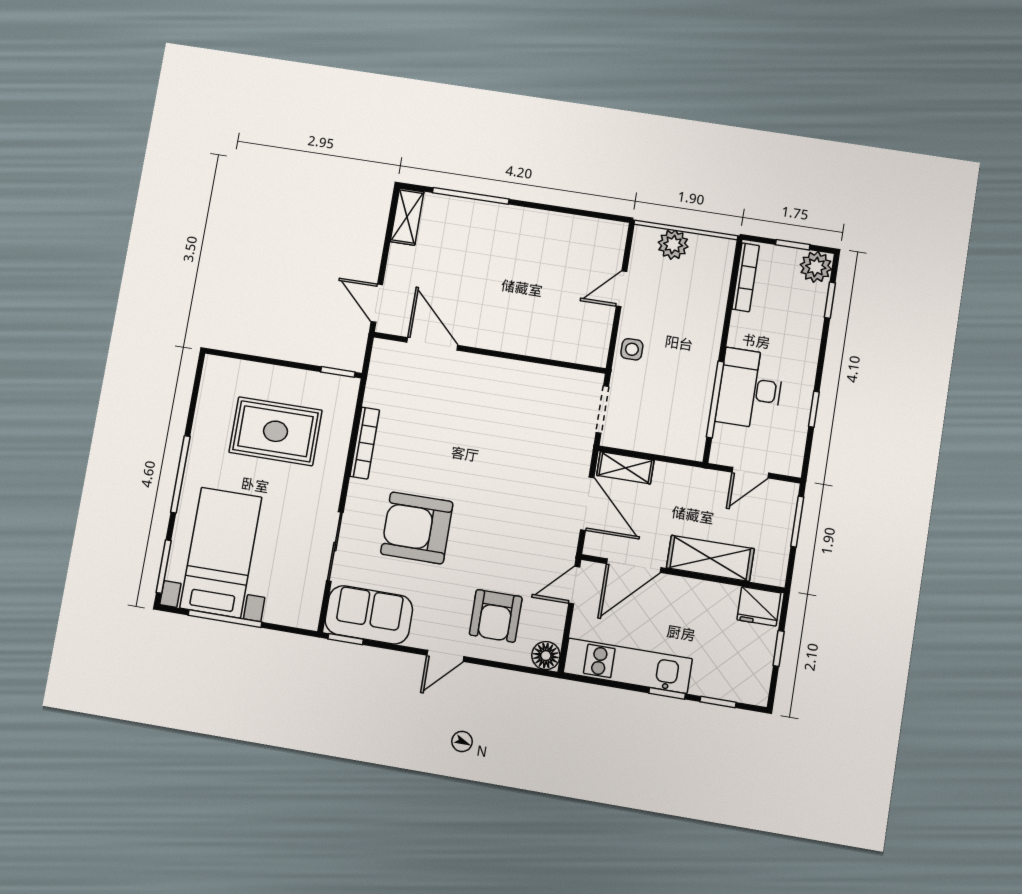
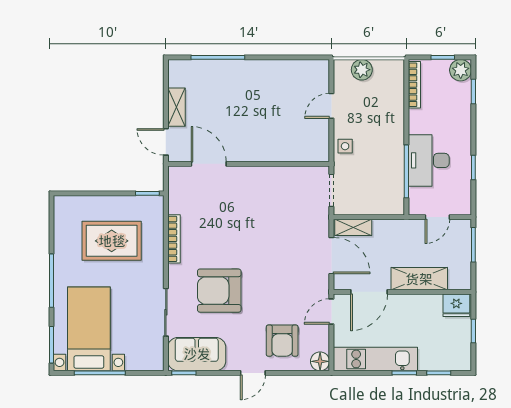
shelving: (407, 217) -> (176, 107), moved

